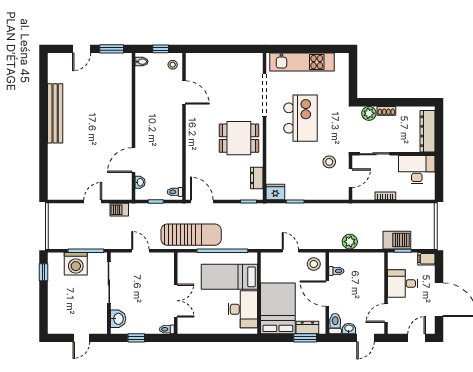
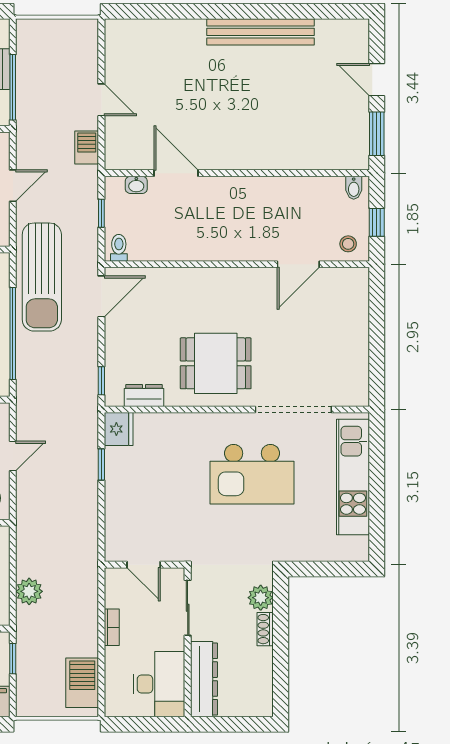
dresser: (427, 131) -> (204, 679), moved, turned 90
dining table: (239, 138) -> (216, 363), turned 90
stool: (329, 162) -> (173, 526), removed
barbecue: (397, 240) -> (82, 683), moved, turned 180
plant: (350, 242) -> (29, 591), moved

